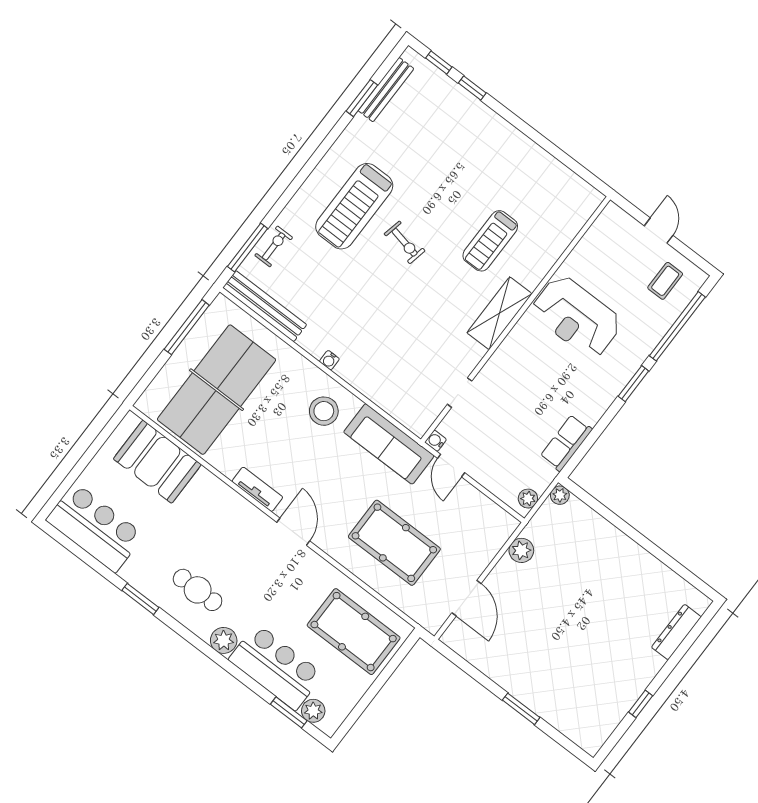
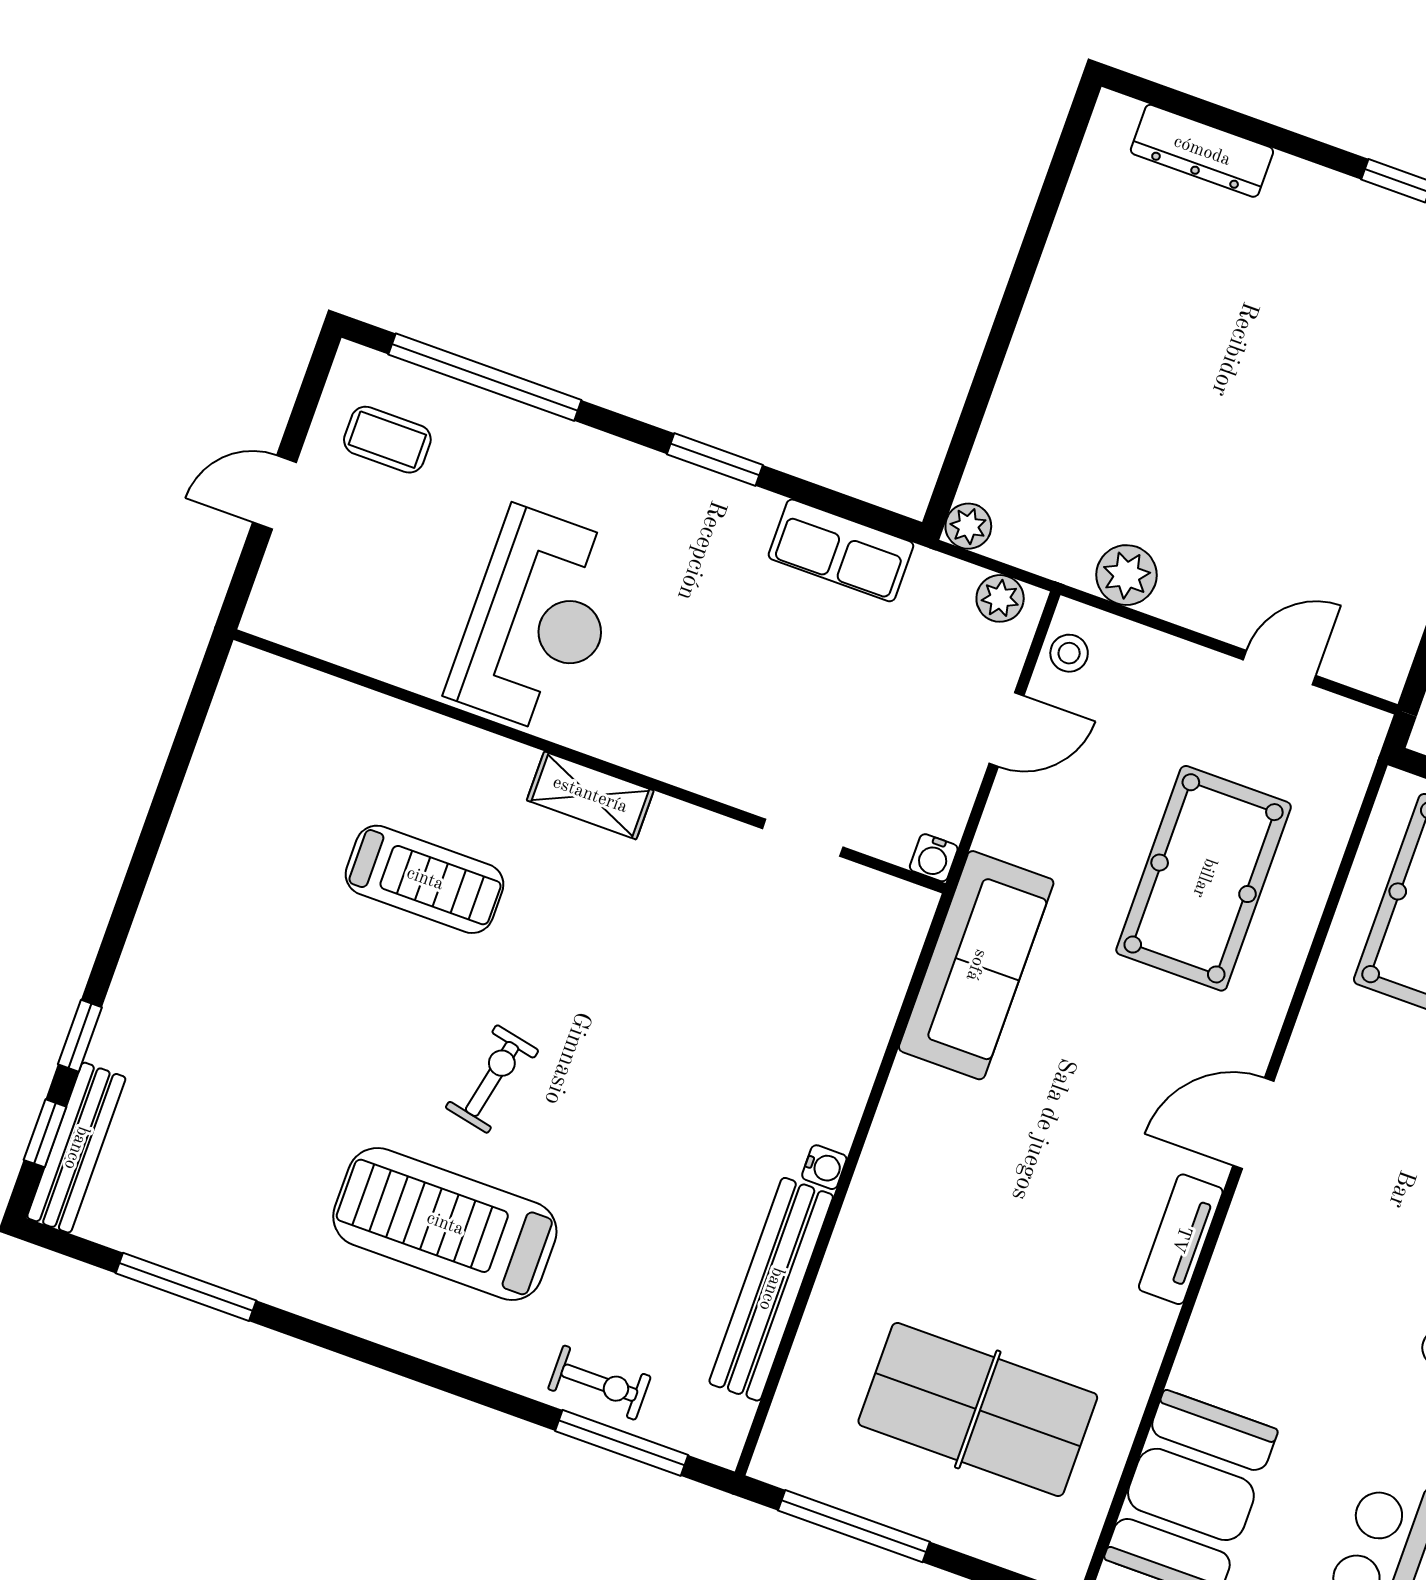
bench: (386, 90) -> (76, 1148), moved, turned 90
window: (362, 98) -> (186, 1287), width x1.44
treadmill: (354, 206) -> (445, 1224), turned 180
exercise bike: (274, 246) -> (599, 1383), turned 180
bench: (265, 306) -> (771, 1289), moved
shelving: (499, 313) -> (590, 795), width x0.67, depth x0.75
window: (633, 384) -> (715, 460), moved
table tennis table: (217, 390) -> (978, 1409), width x0.73, depth x0.76
stool: (324, 411) -> (1069, 653), moved, width x0.53, depth x0.53
door: (451, 465) -> (1006, 730), moved
door: (467, 598) -> (1280, 668), width x0.73

